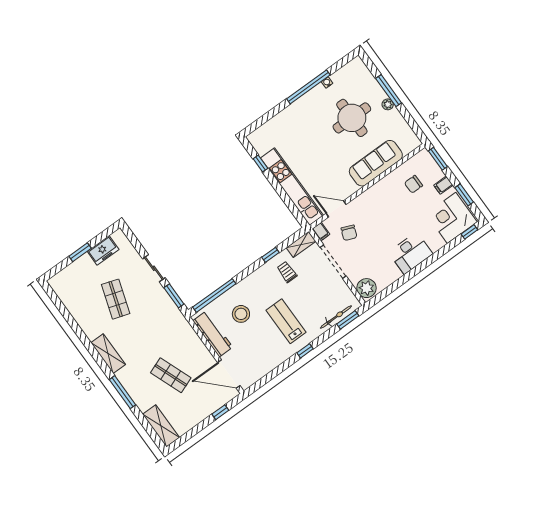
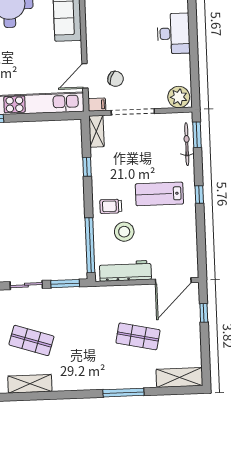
trolley: (287, 272) -> (111, 206), moved
shelving: (108, 354) -> (30, 384), moved
shop shelf: (171, 375) -> (138, 336), turned 33

